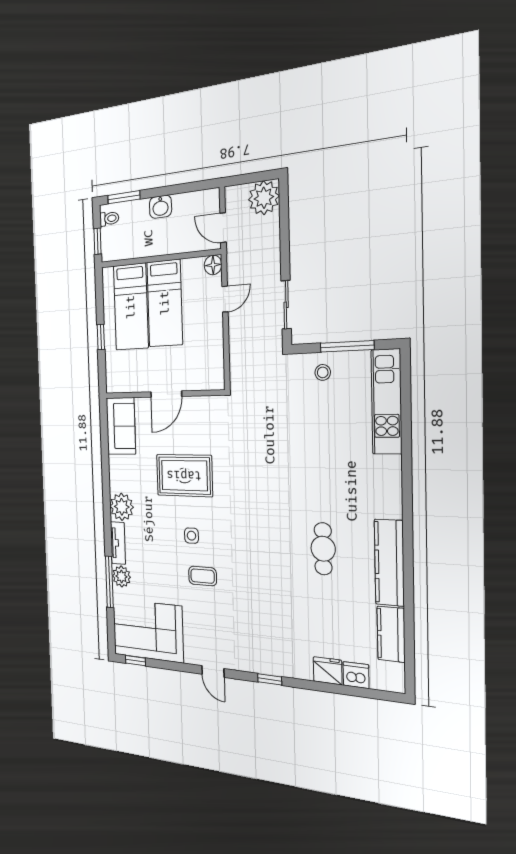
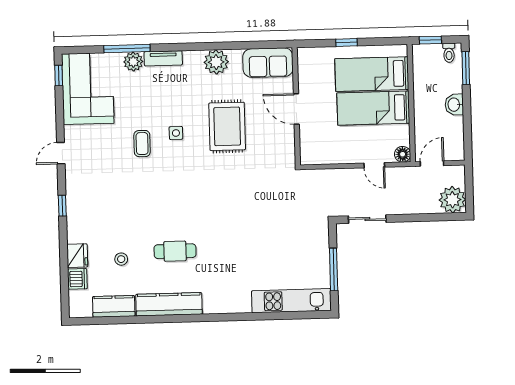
stool: (323, 372) -> (121, 259), moved
plant: (122, 507) -> (216, 62), moved

